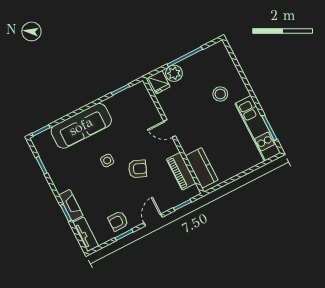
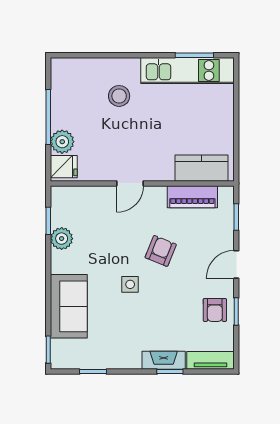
plant: (114, 104) -> (62, 239), added
sofa: (81, 126) -> (69, 306), width x0.73
door: (153, 220) -> (236, 264), hinge flipped

